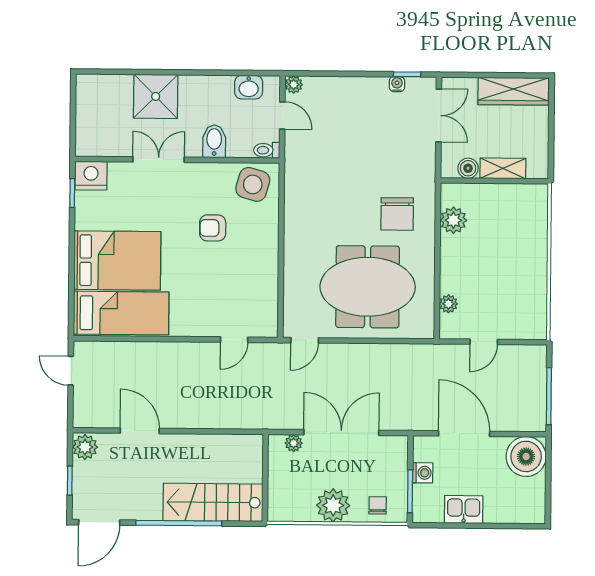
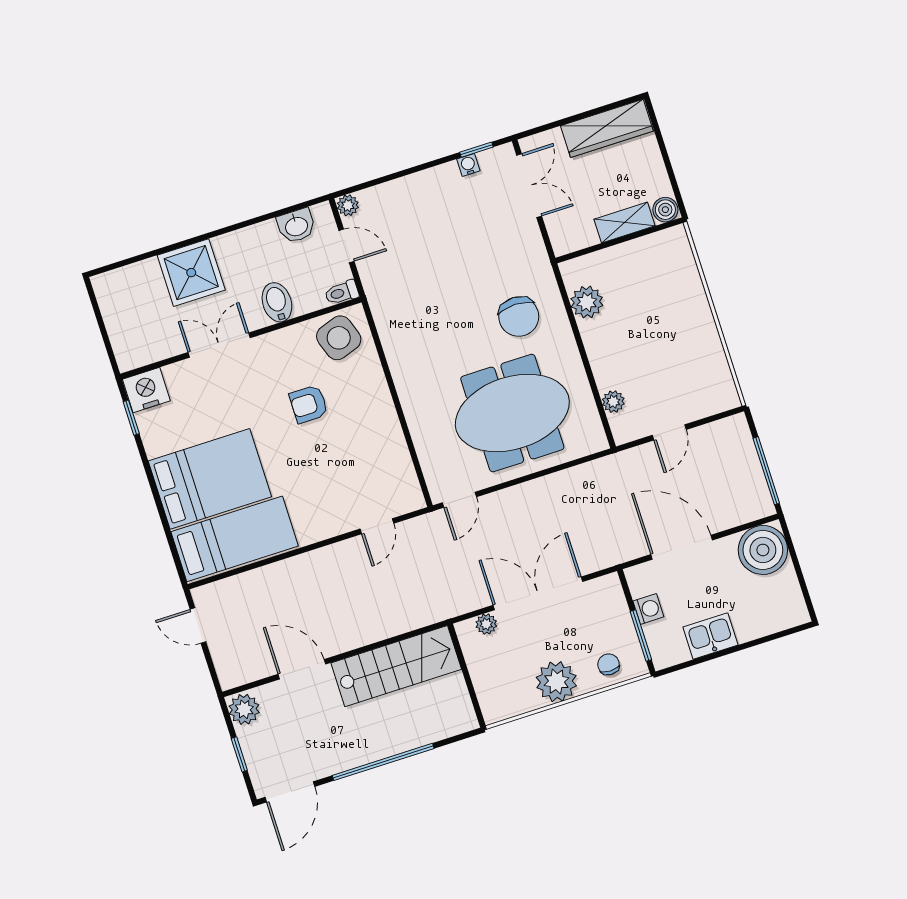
boiler: (468, 168) -> (665, 210), moved
side table: (253, 184) -> (339, 338), turned -35
stairs: (213, 502) -> (396, 666), moved, turned 180

